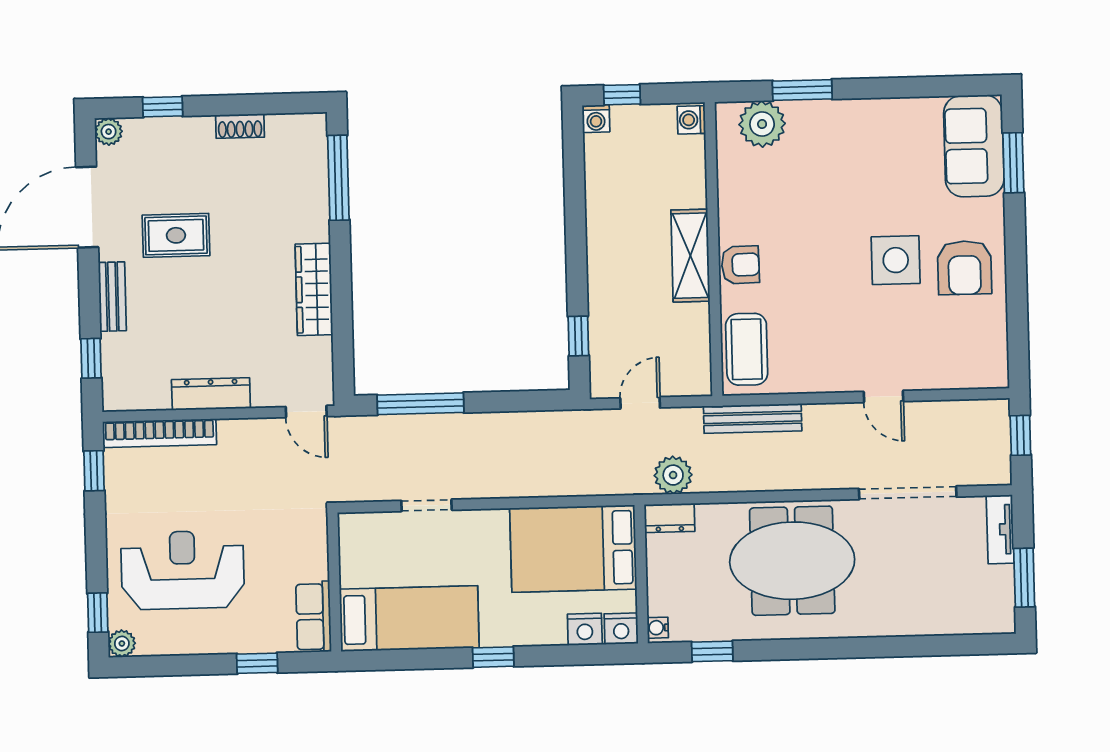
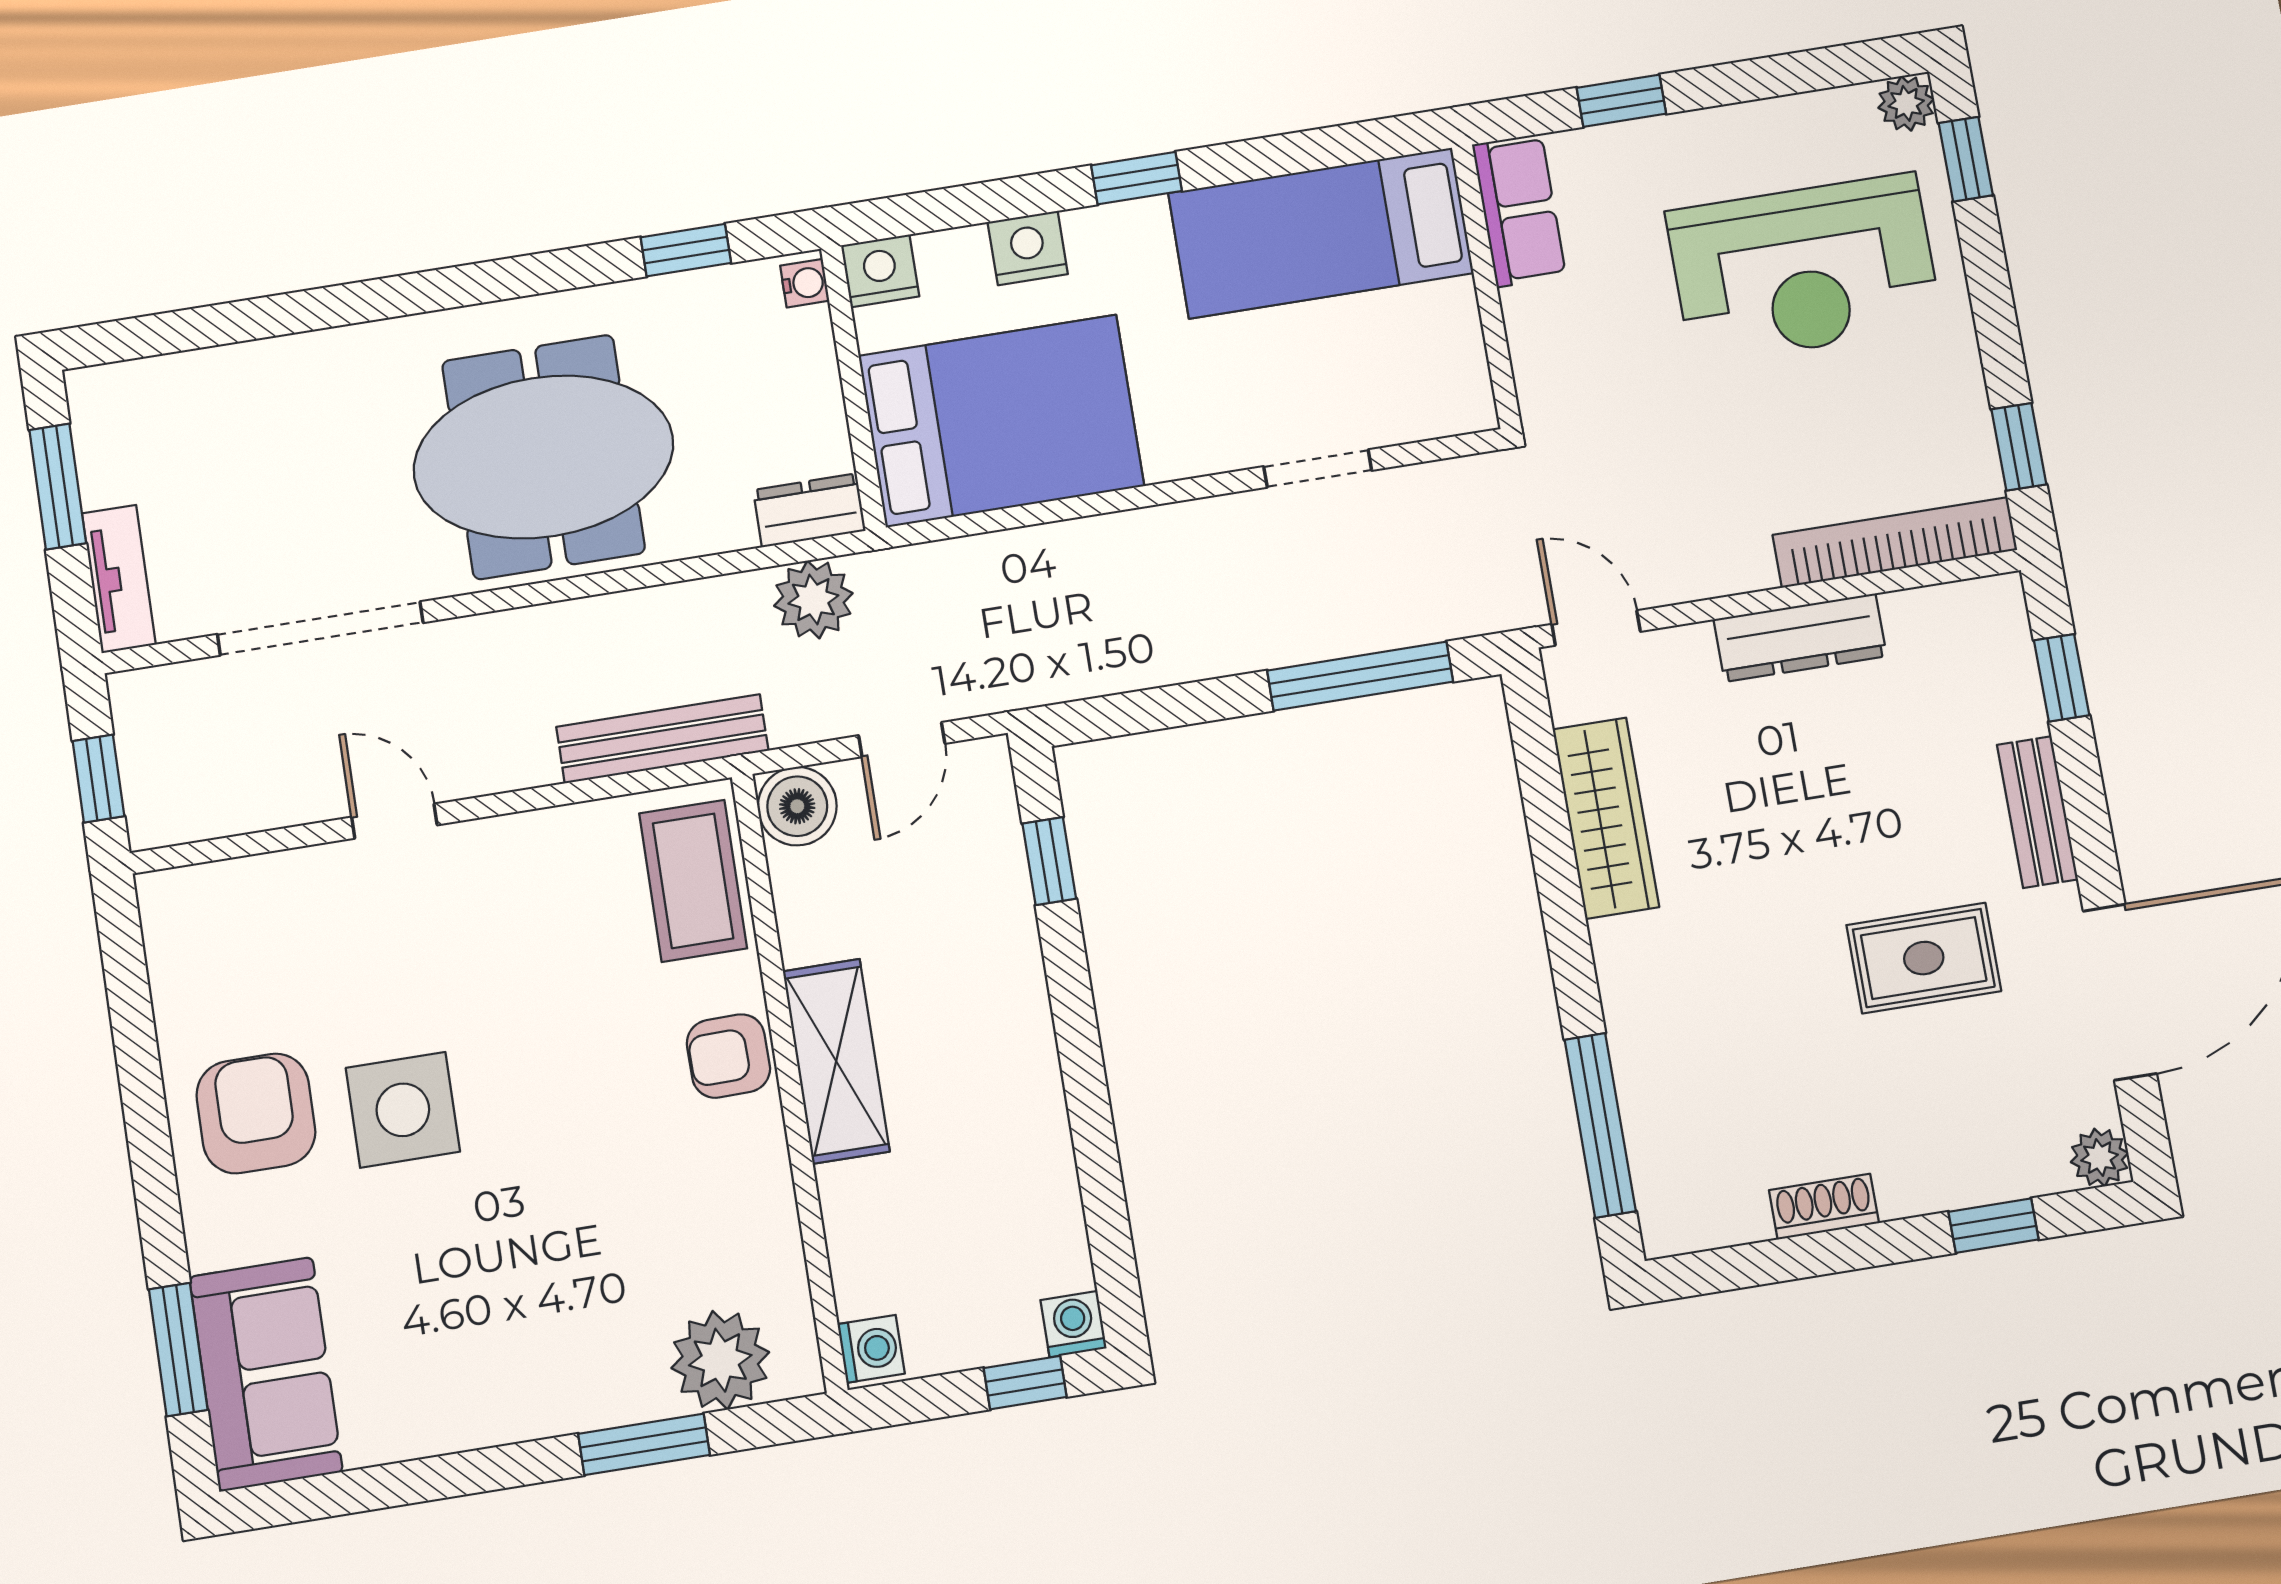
wardrobe: (314, 289) -> (1606, 818), moved
boiler: (693, 378) -> (797, 806), added
nightstand: (585, 629) -> (1028, 248), moved

